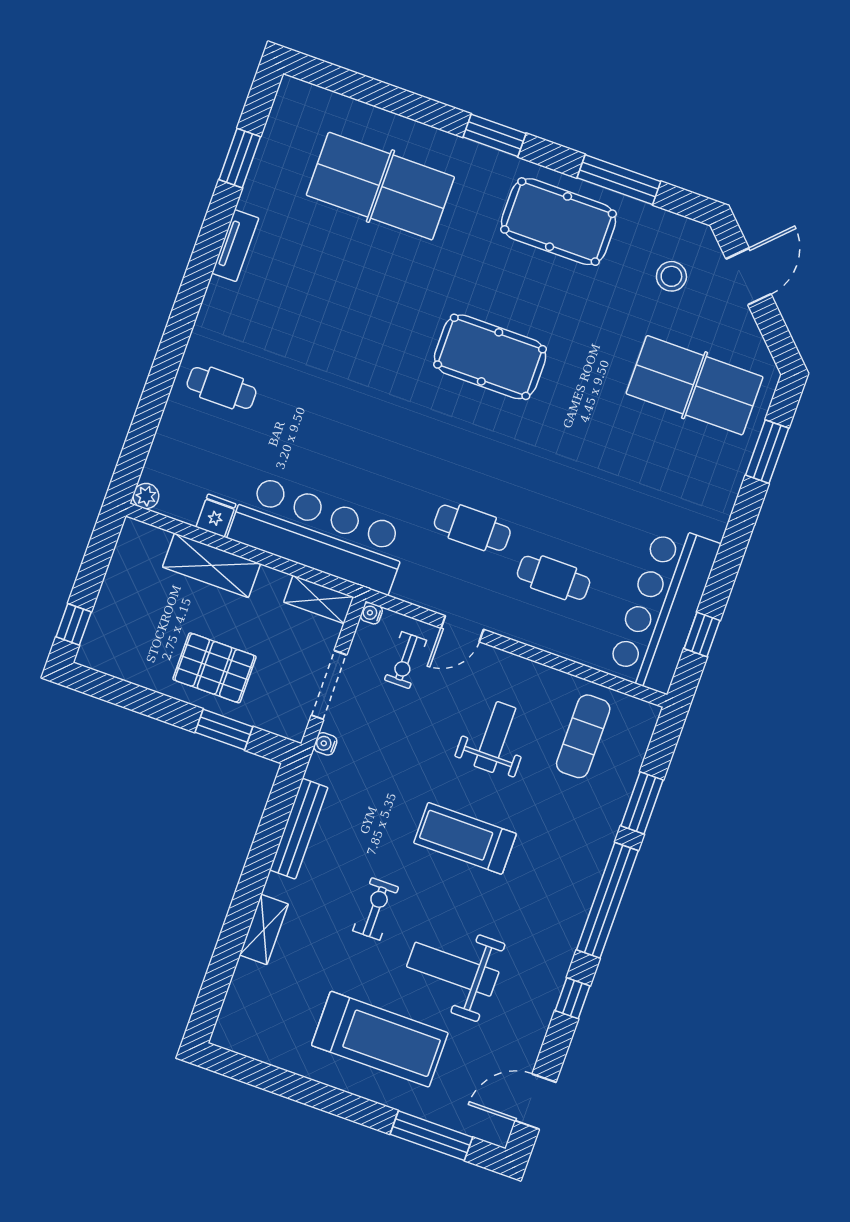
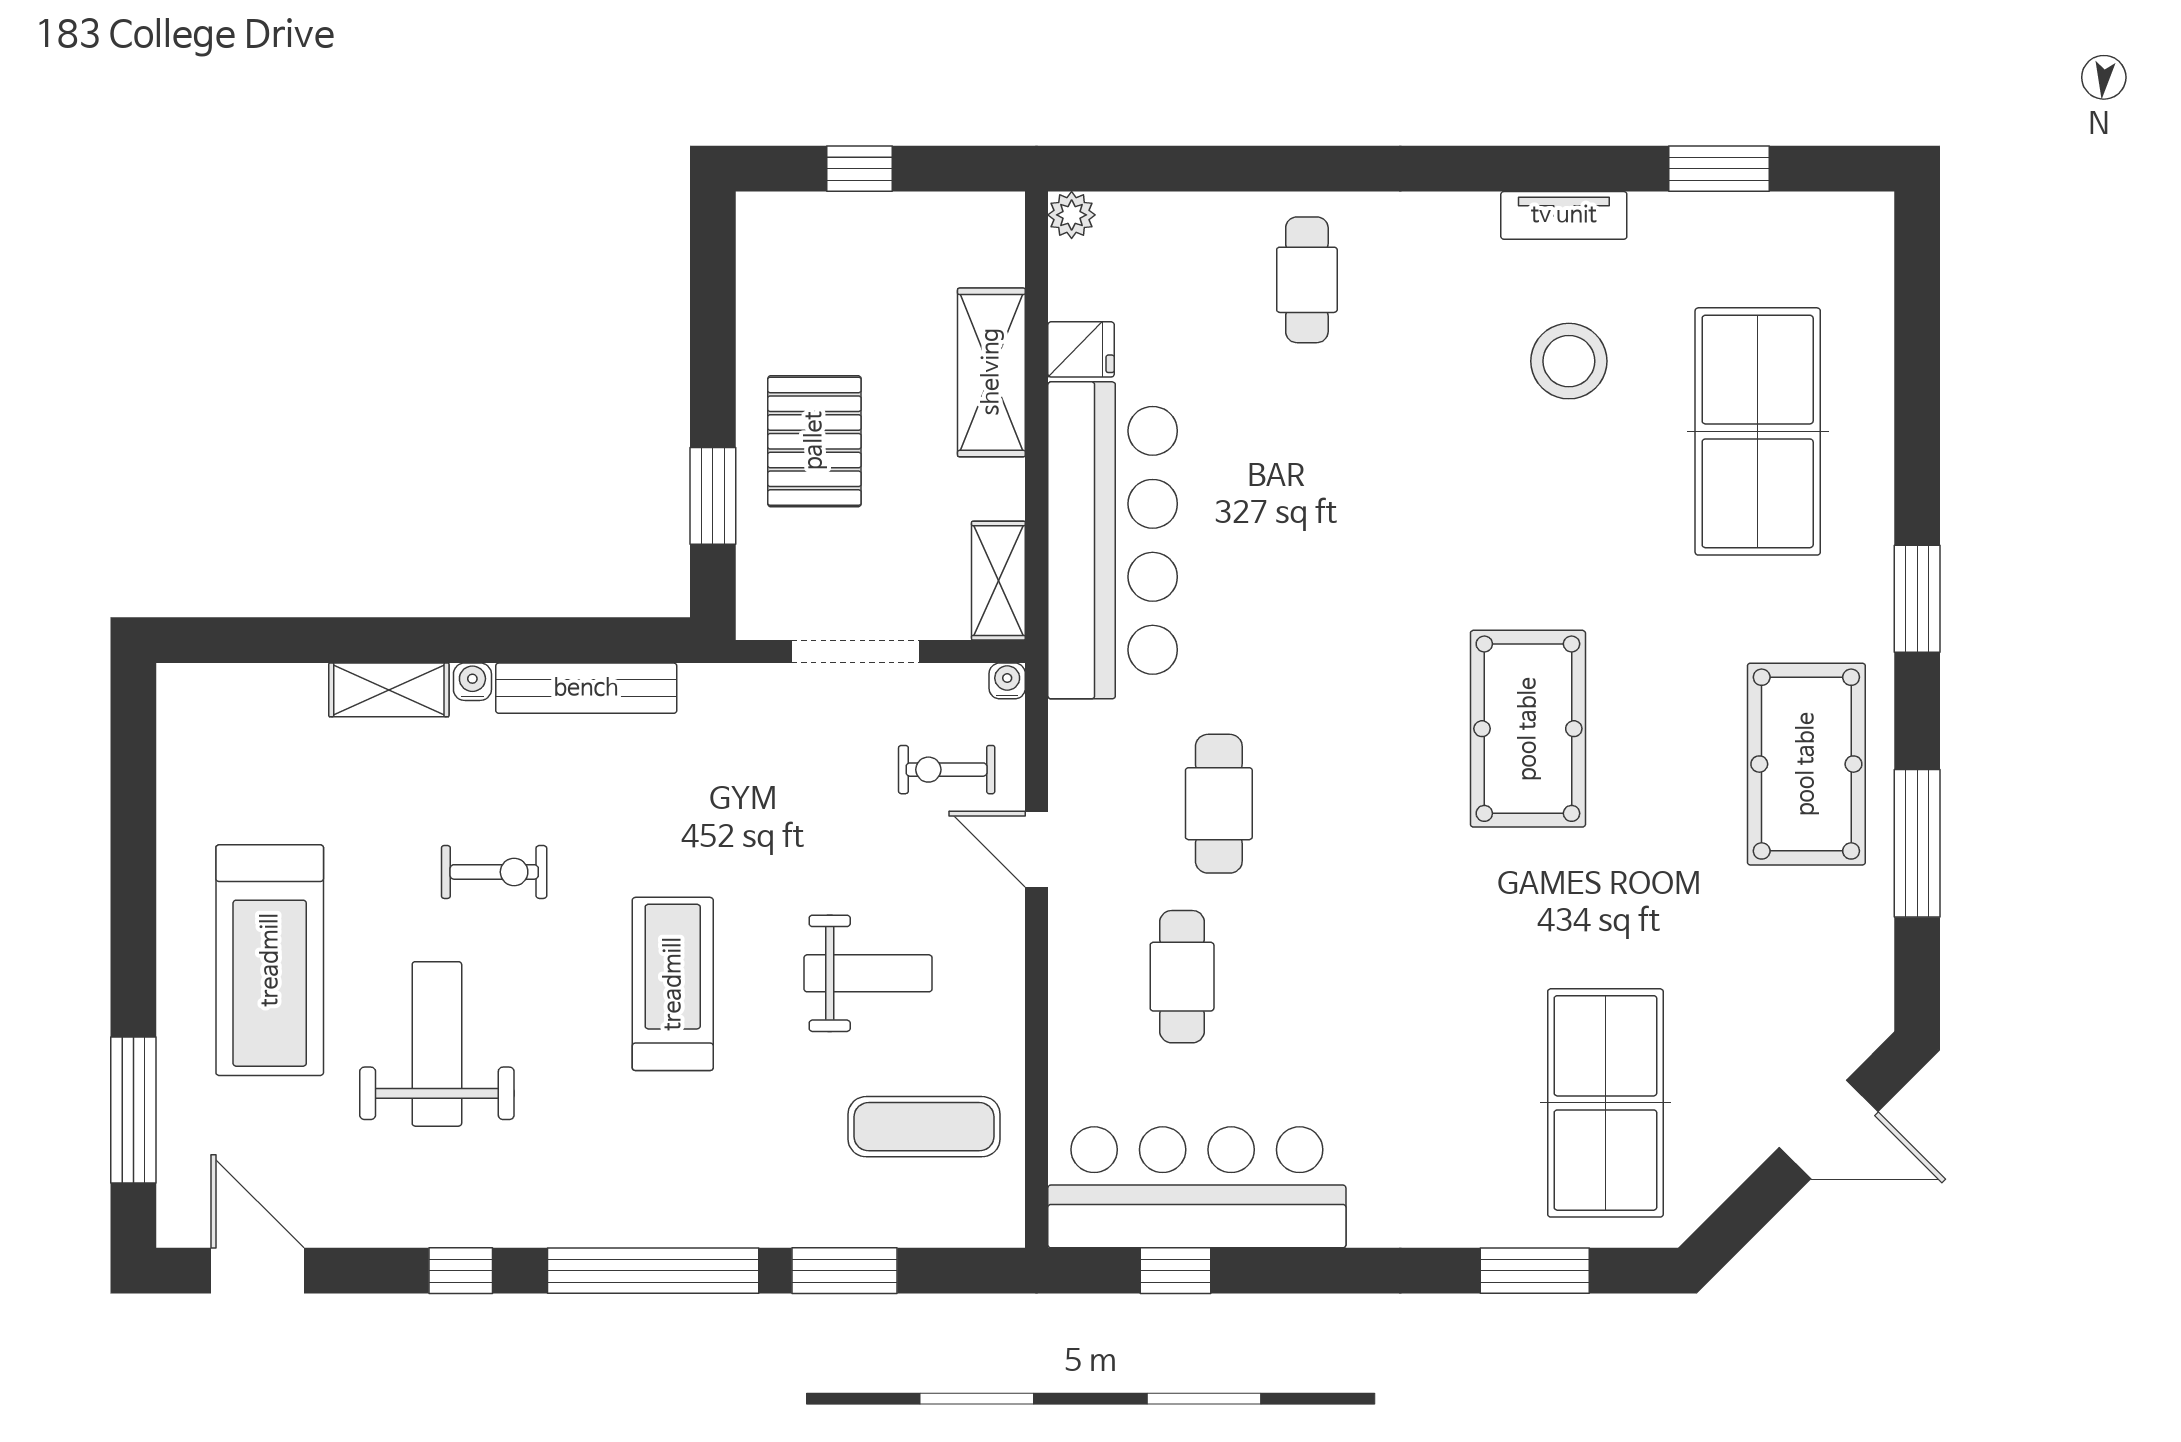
stool: (671, 276) -> (1569, 361), moved, width x1.38, depth x1.38
window: (74, 624) -> (859, 169), moved
water cooler: (325, 744) -> (472, 682), moved

